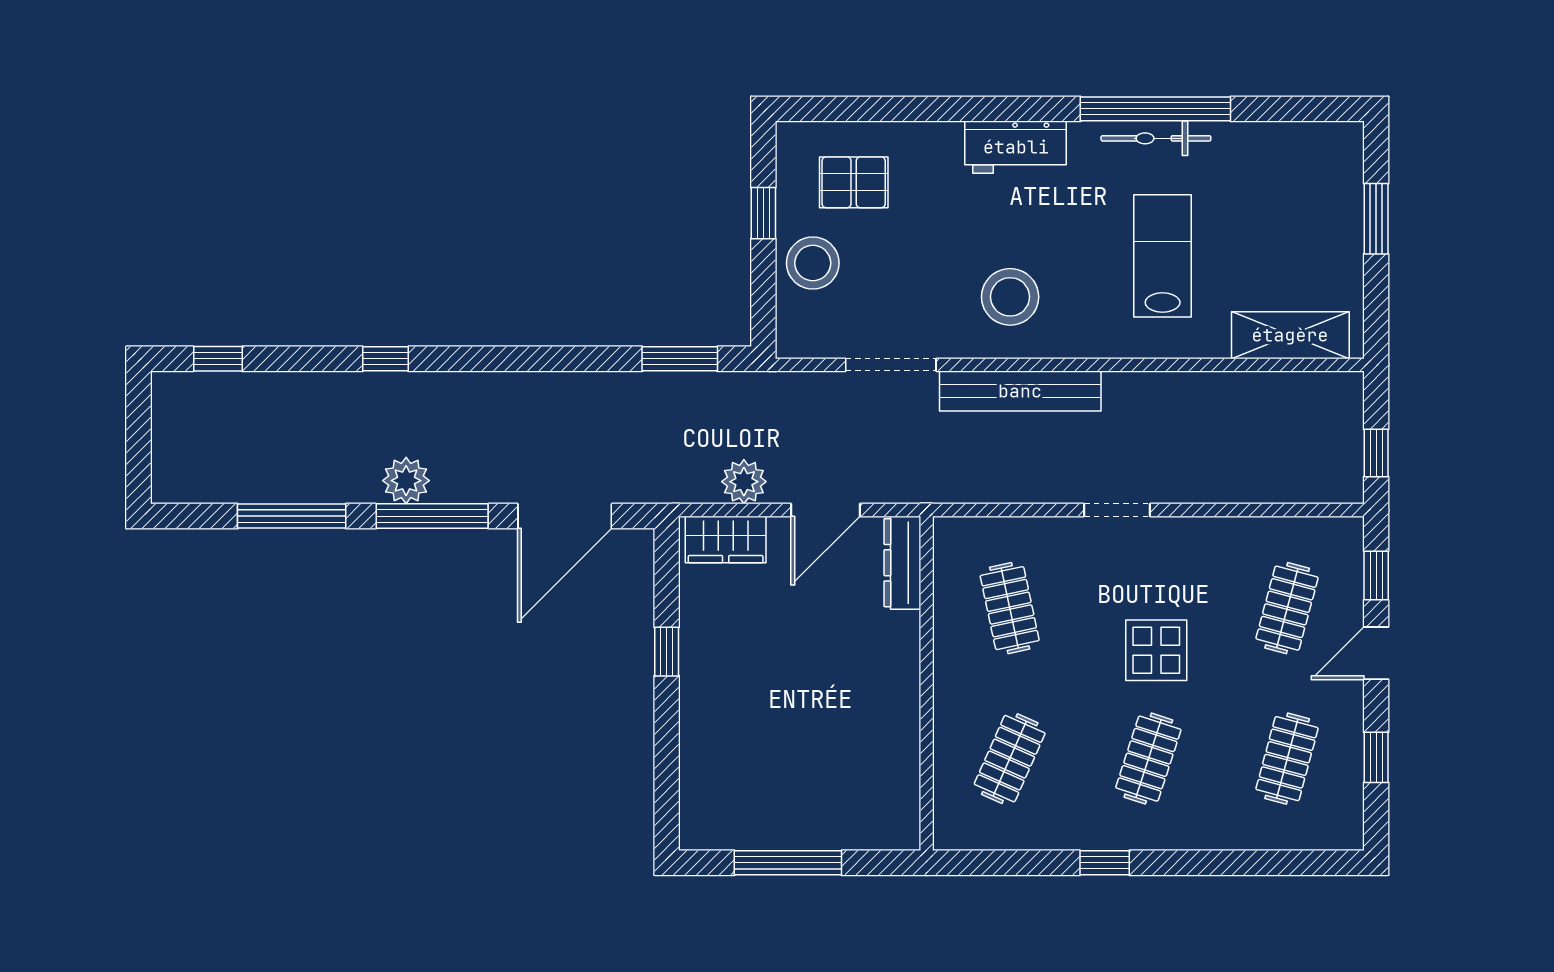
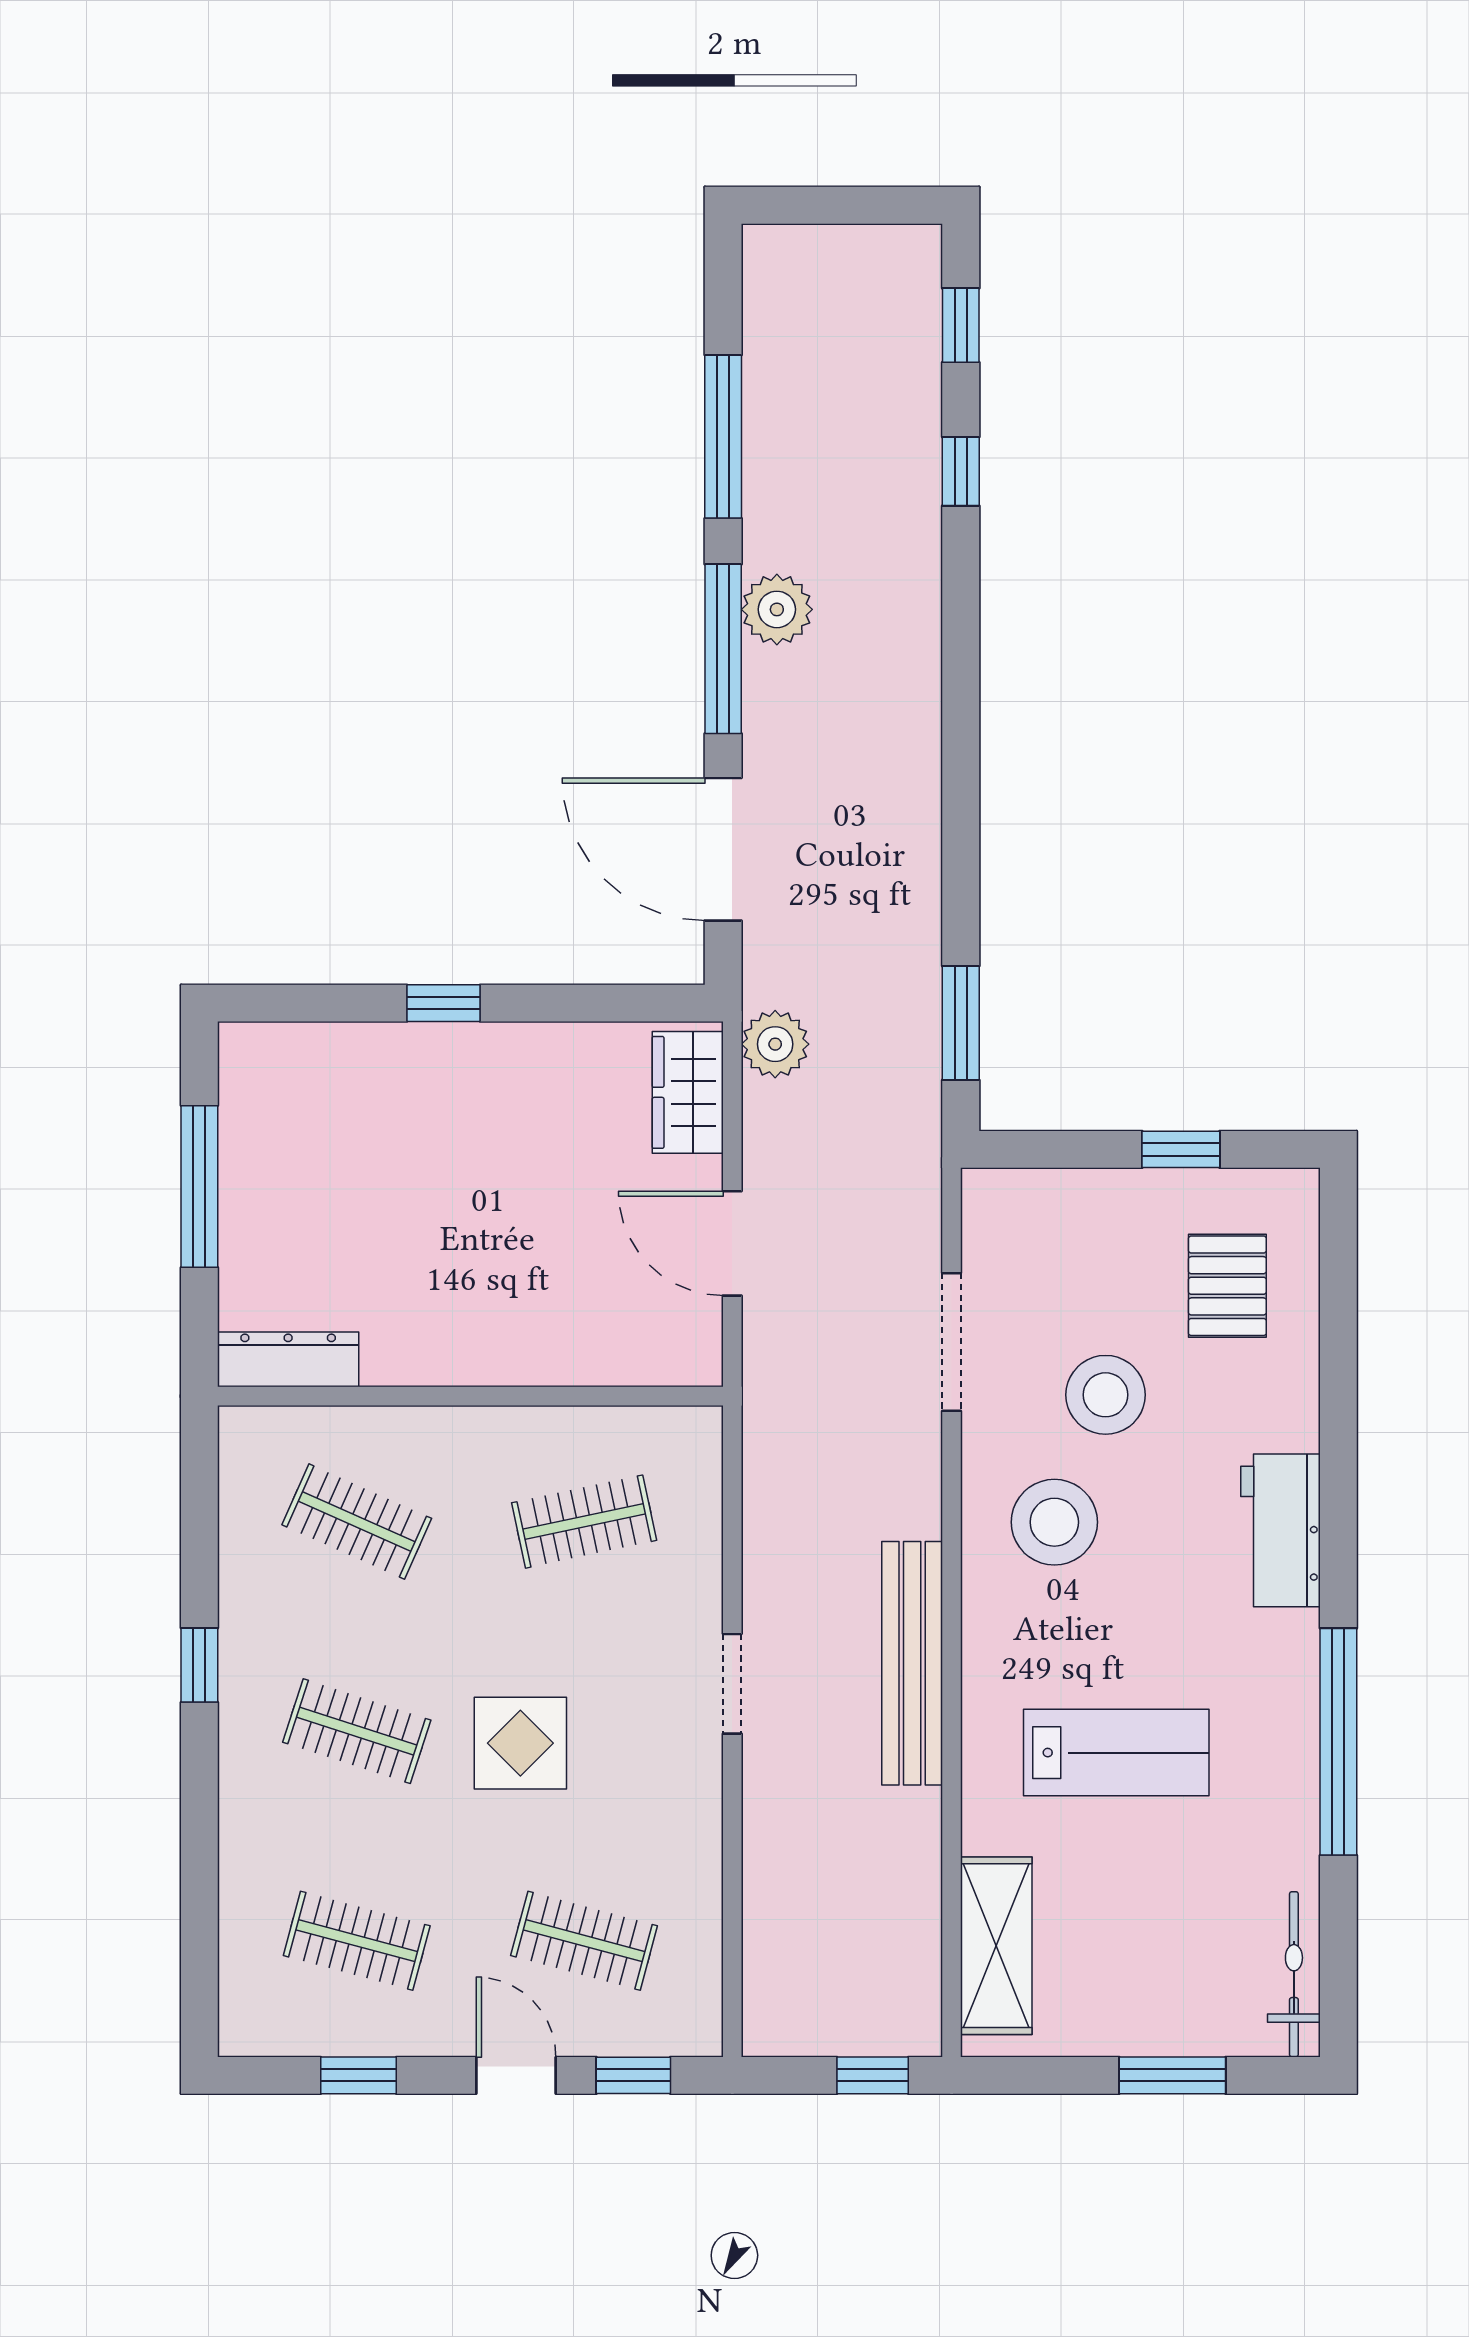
bicycle: (1156, 138) -> (1294, 1974), moved
stool: (813, 263) -> (1106, 1395), moved
window: (386, 359) -> (961, 471), moved
bench: (1020, 391) -> (912, 1663), moved
window: (1376, 453) -> (873, 2075), moved
plant: (744, 482) -> (775, 1044), moved
dresser: (902, 563) -> (288, 1359), moved
window: (667, 652) -> (443, 1003), moved

